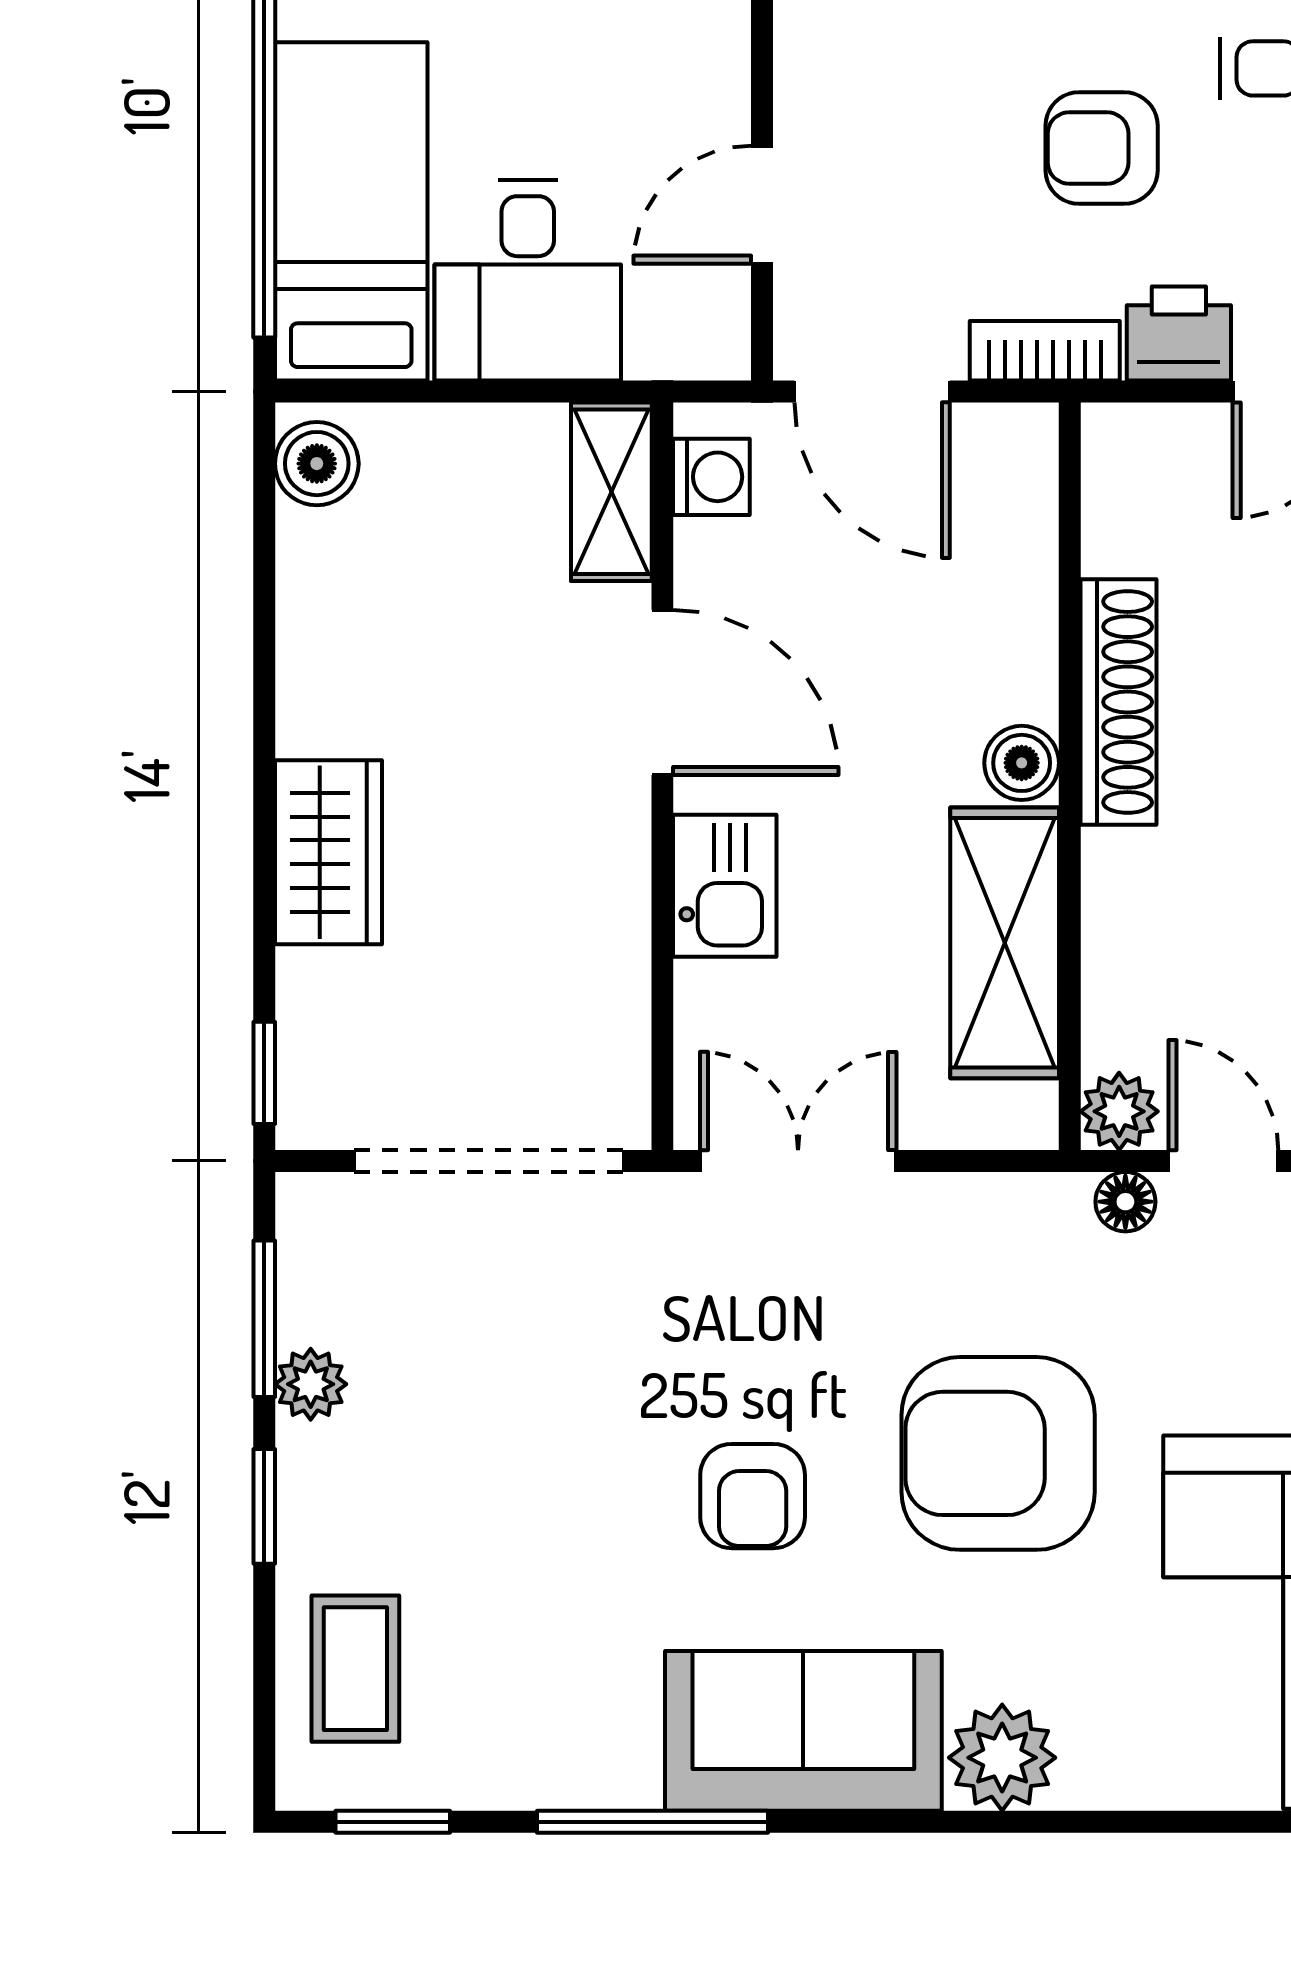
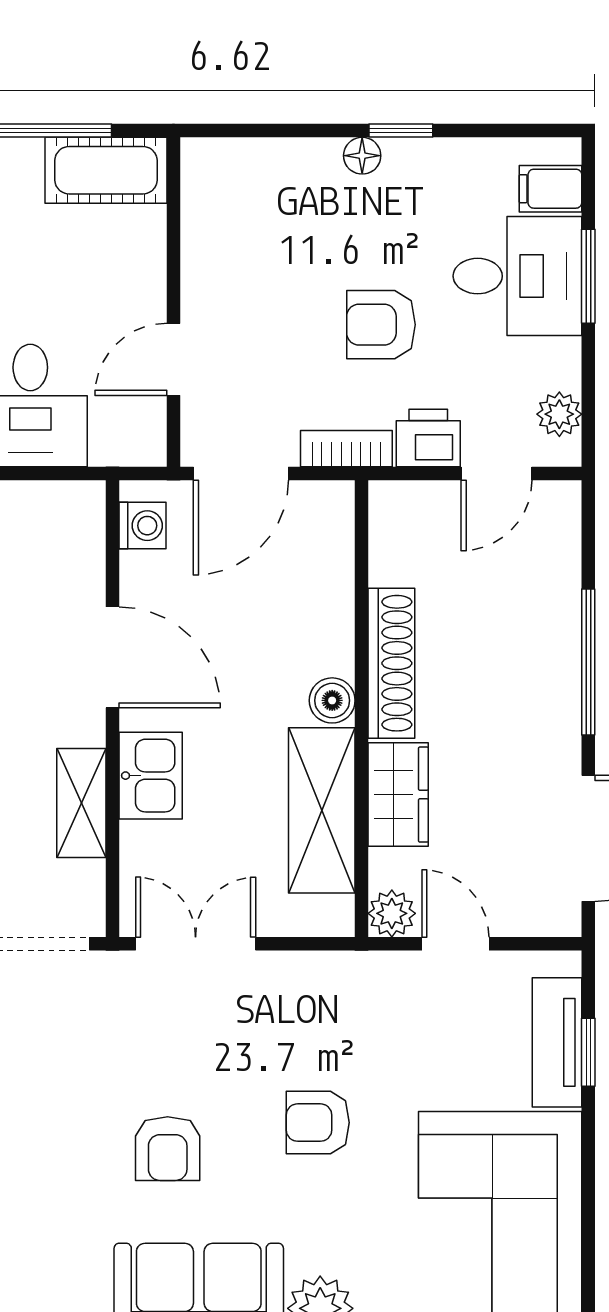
door: (872, 392) -> (241, 474), hinge flipped
shelving: (611, 492) -> (81, 803), moved
wardrobe: (1130, 917) -> (398, 795), added
floor lamp: (1125, 1202) -> (396, 969), removed
armchair: (998, 1453) -> (318, 1123), width x0.53, depth x0.53

